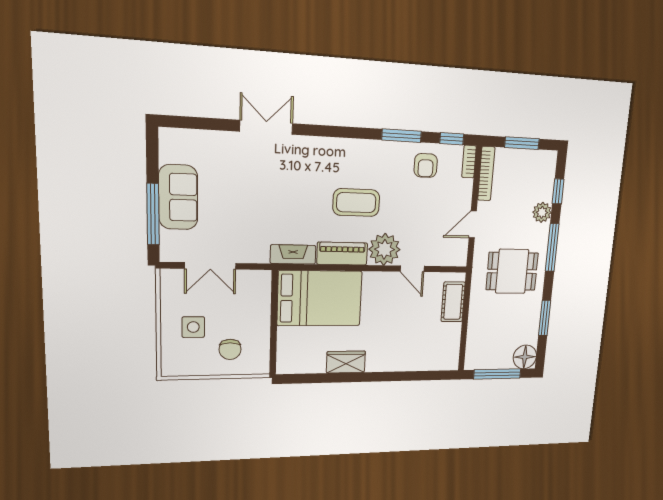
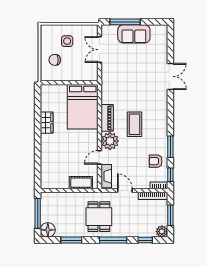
plant: (542, 212) -> (162, 231), moved
fireplace: (293, 254) -> (106, 176), moved

